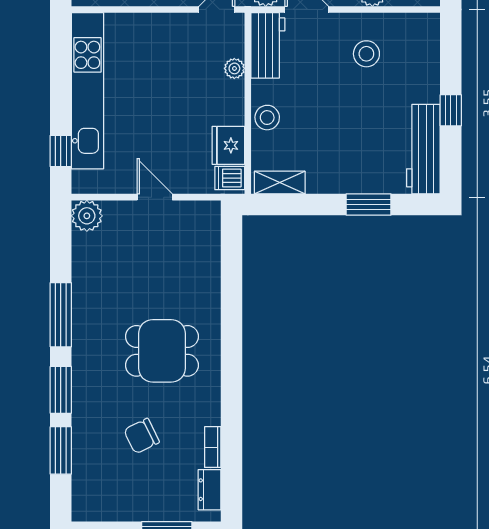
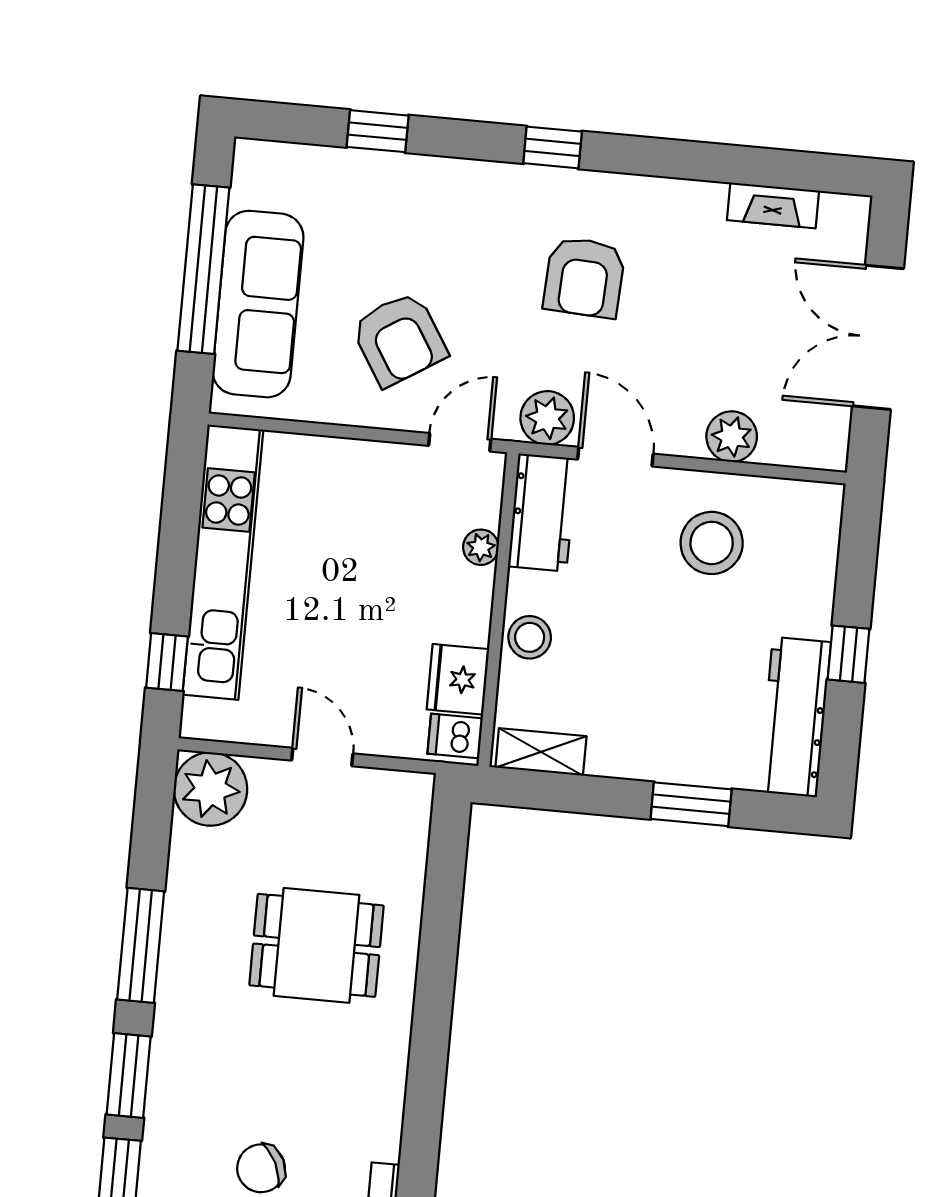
stool: (366, 54) -> (712, 543), width x1.38, depth x1.38
plant: (87, 216) -> (211, 789), width x1.36, depth x1.36
dining table: (162, 351) -> (317, 945), moved

